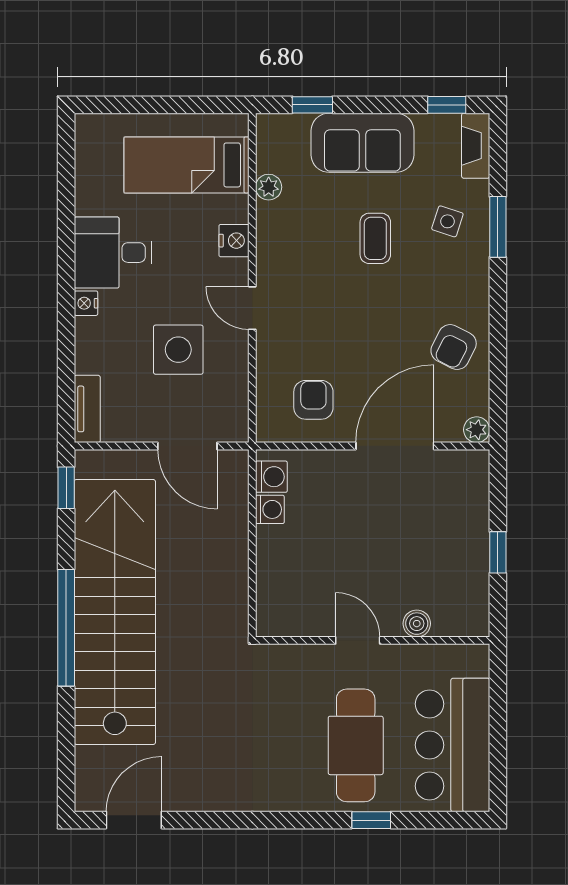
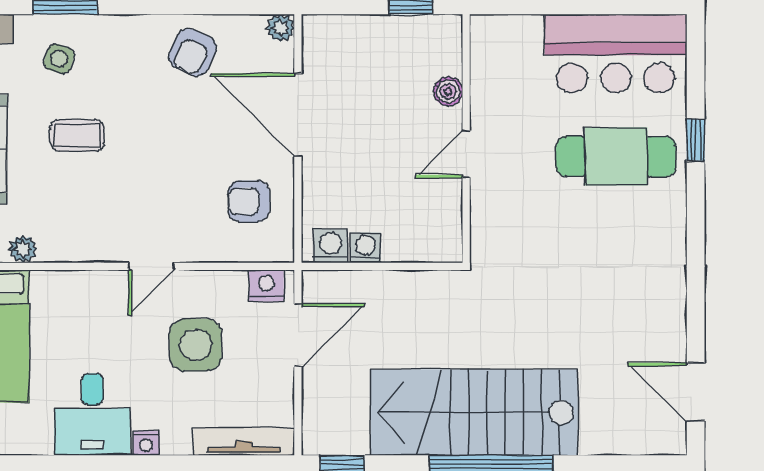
nightstand: (234, 241) -> (266, 286), moved
armchair: (454, 347) -> (193, 52), turned 88
tv unit: (87, 409) -> (244, 442), width x1.41
stairs: (115, 612) -> (474, 412), width x0.73
boiler: (417, 624) -> (448, 91), moved
door: (358, 640) -> (466, 154), moved
wall: (373, 640) -> (466, 138), moved

